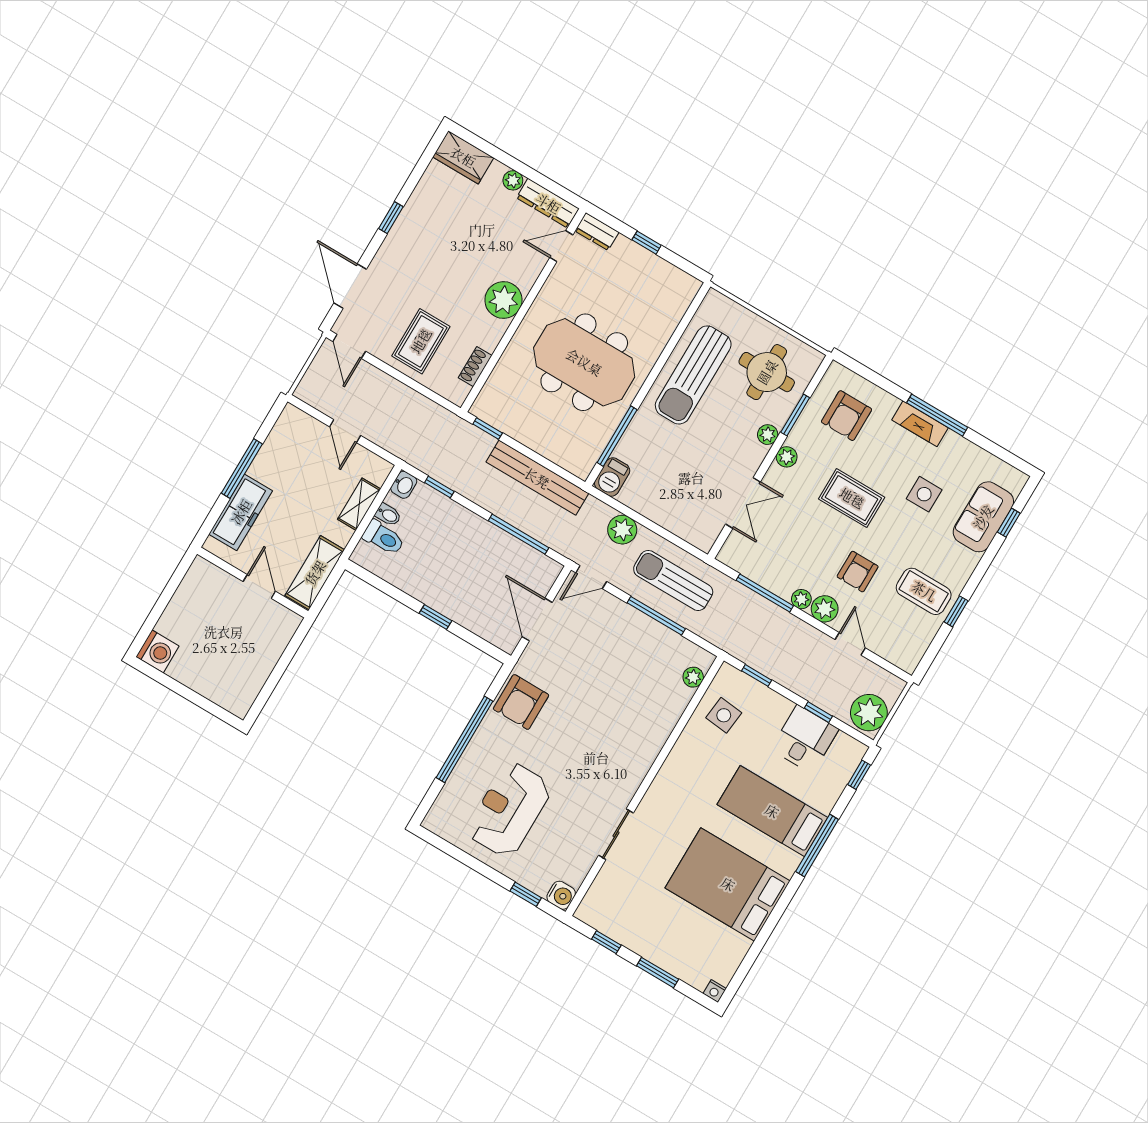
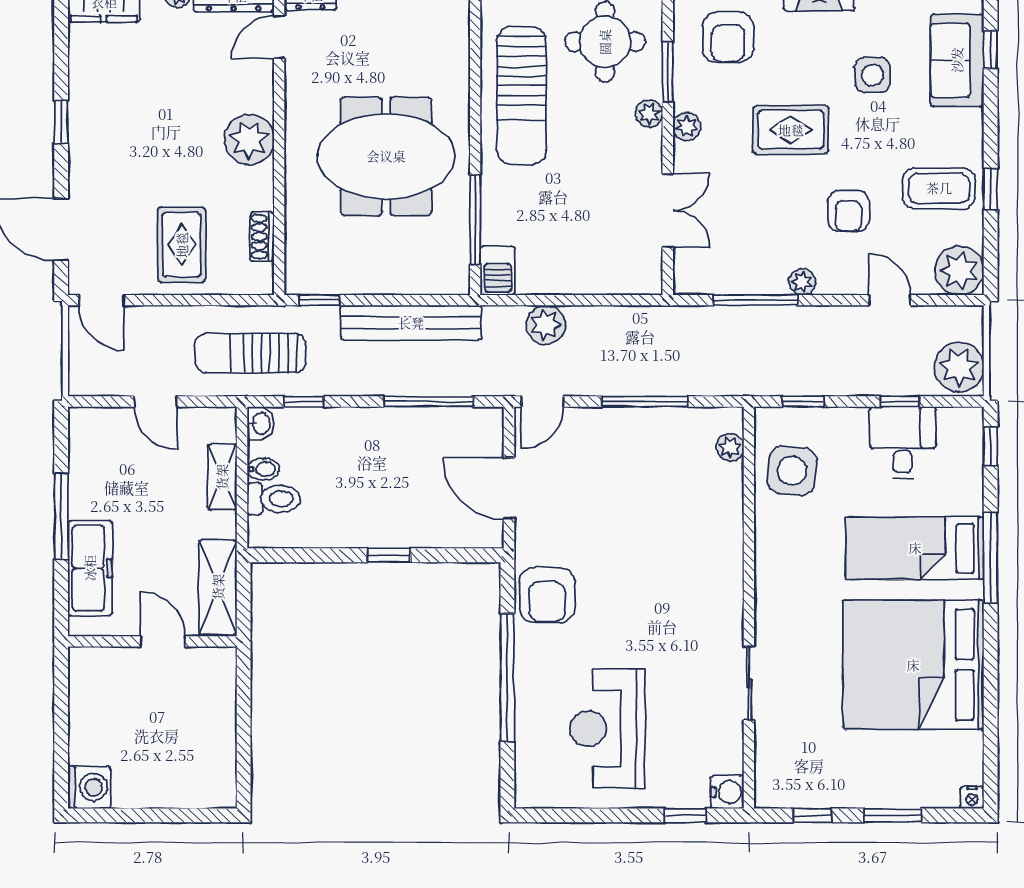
sun lounger: (673, 581) -> (250, 353), moved
plant: (825, 609) -> (959, 271), moved, width x1.36, depth x1.36
side table: (724, 715) -> (792, 471), width x1.37, depth x1.37
bed: (728, 884) -> (913, 665), width x1.36

